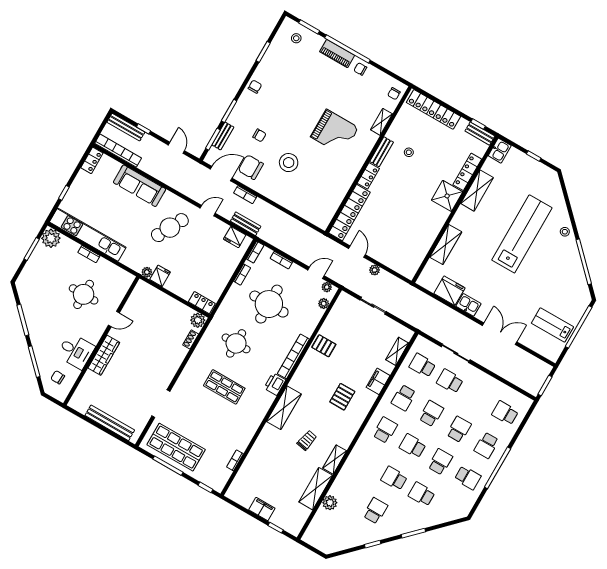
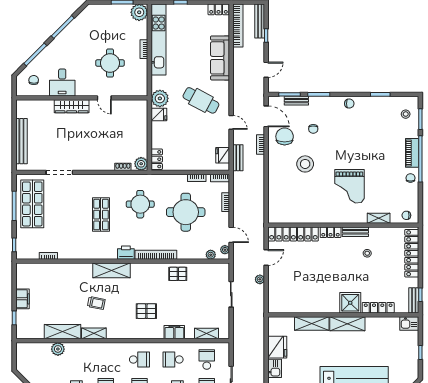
shelving: (477, 191) -> (347, 324), moved
plant: (147, 272) -> (160, 98), width x1.88, depth x1.88
pallet: (324, 346) -> (178, 274), turned 90

